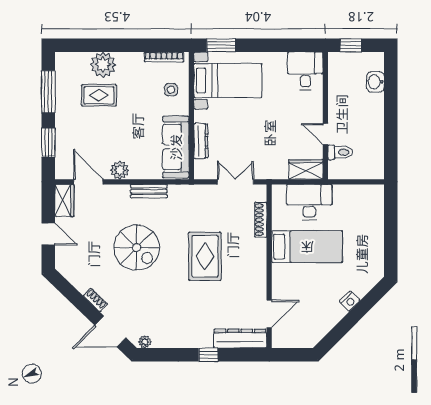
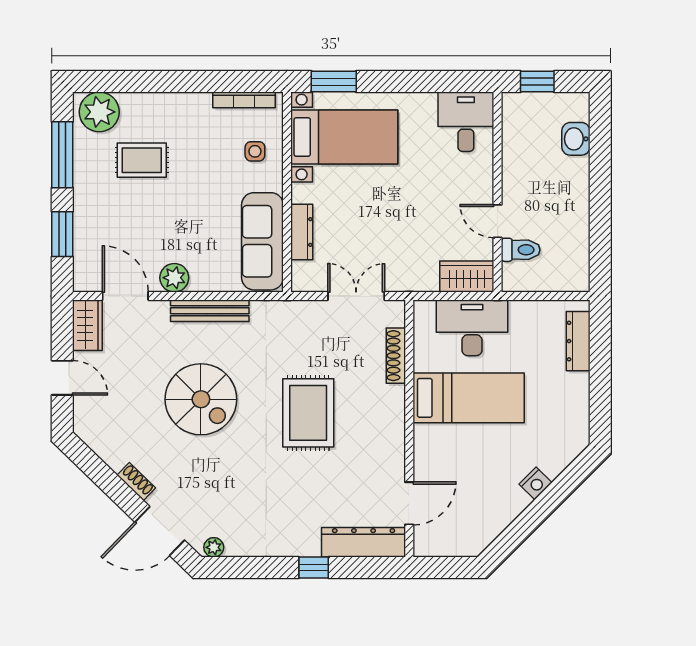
plant: (103, 65) -> (99, 112), moved
bench: (149, 191) -> (210, 311), width x1.36
dresser: (377, 210) -> (578, 341), added

